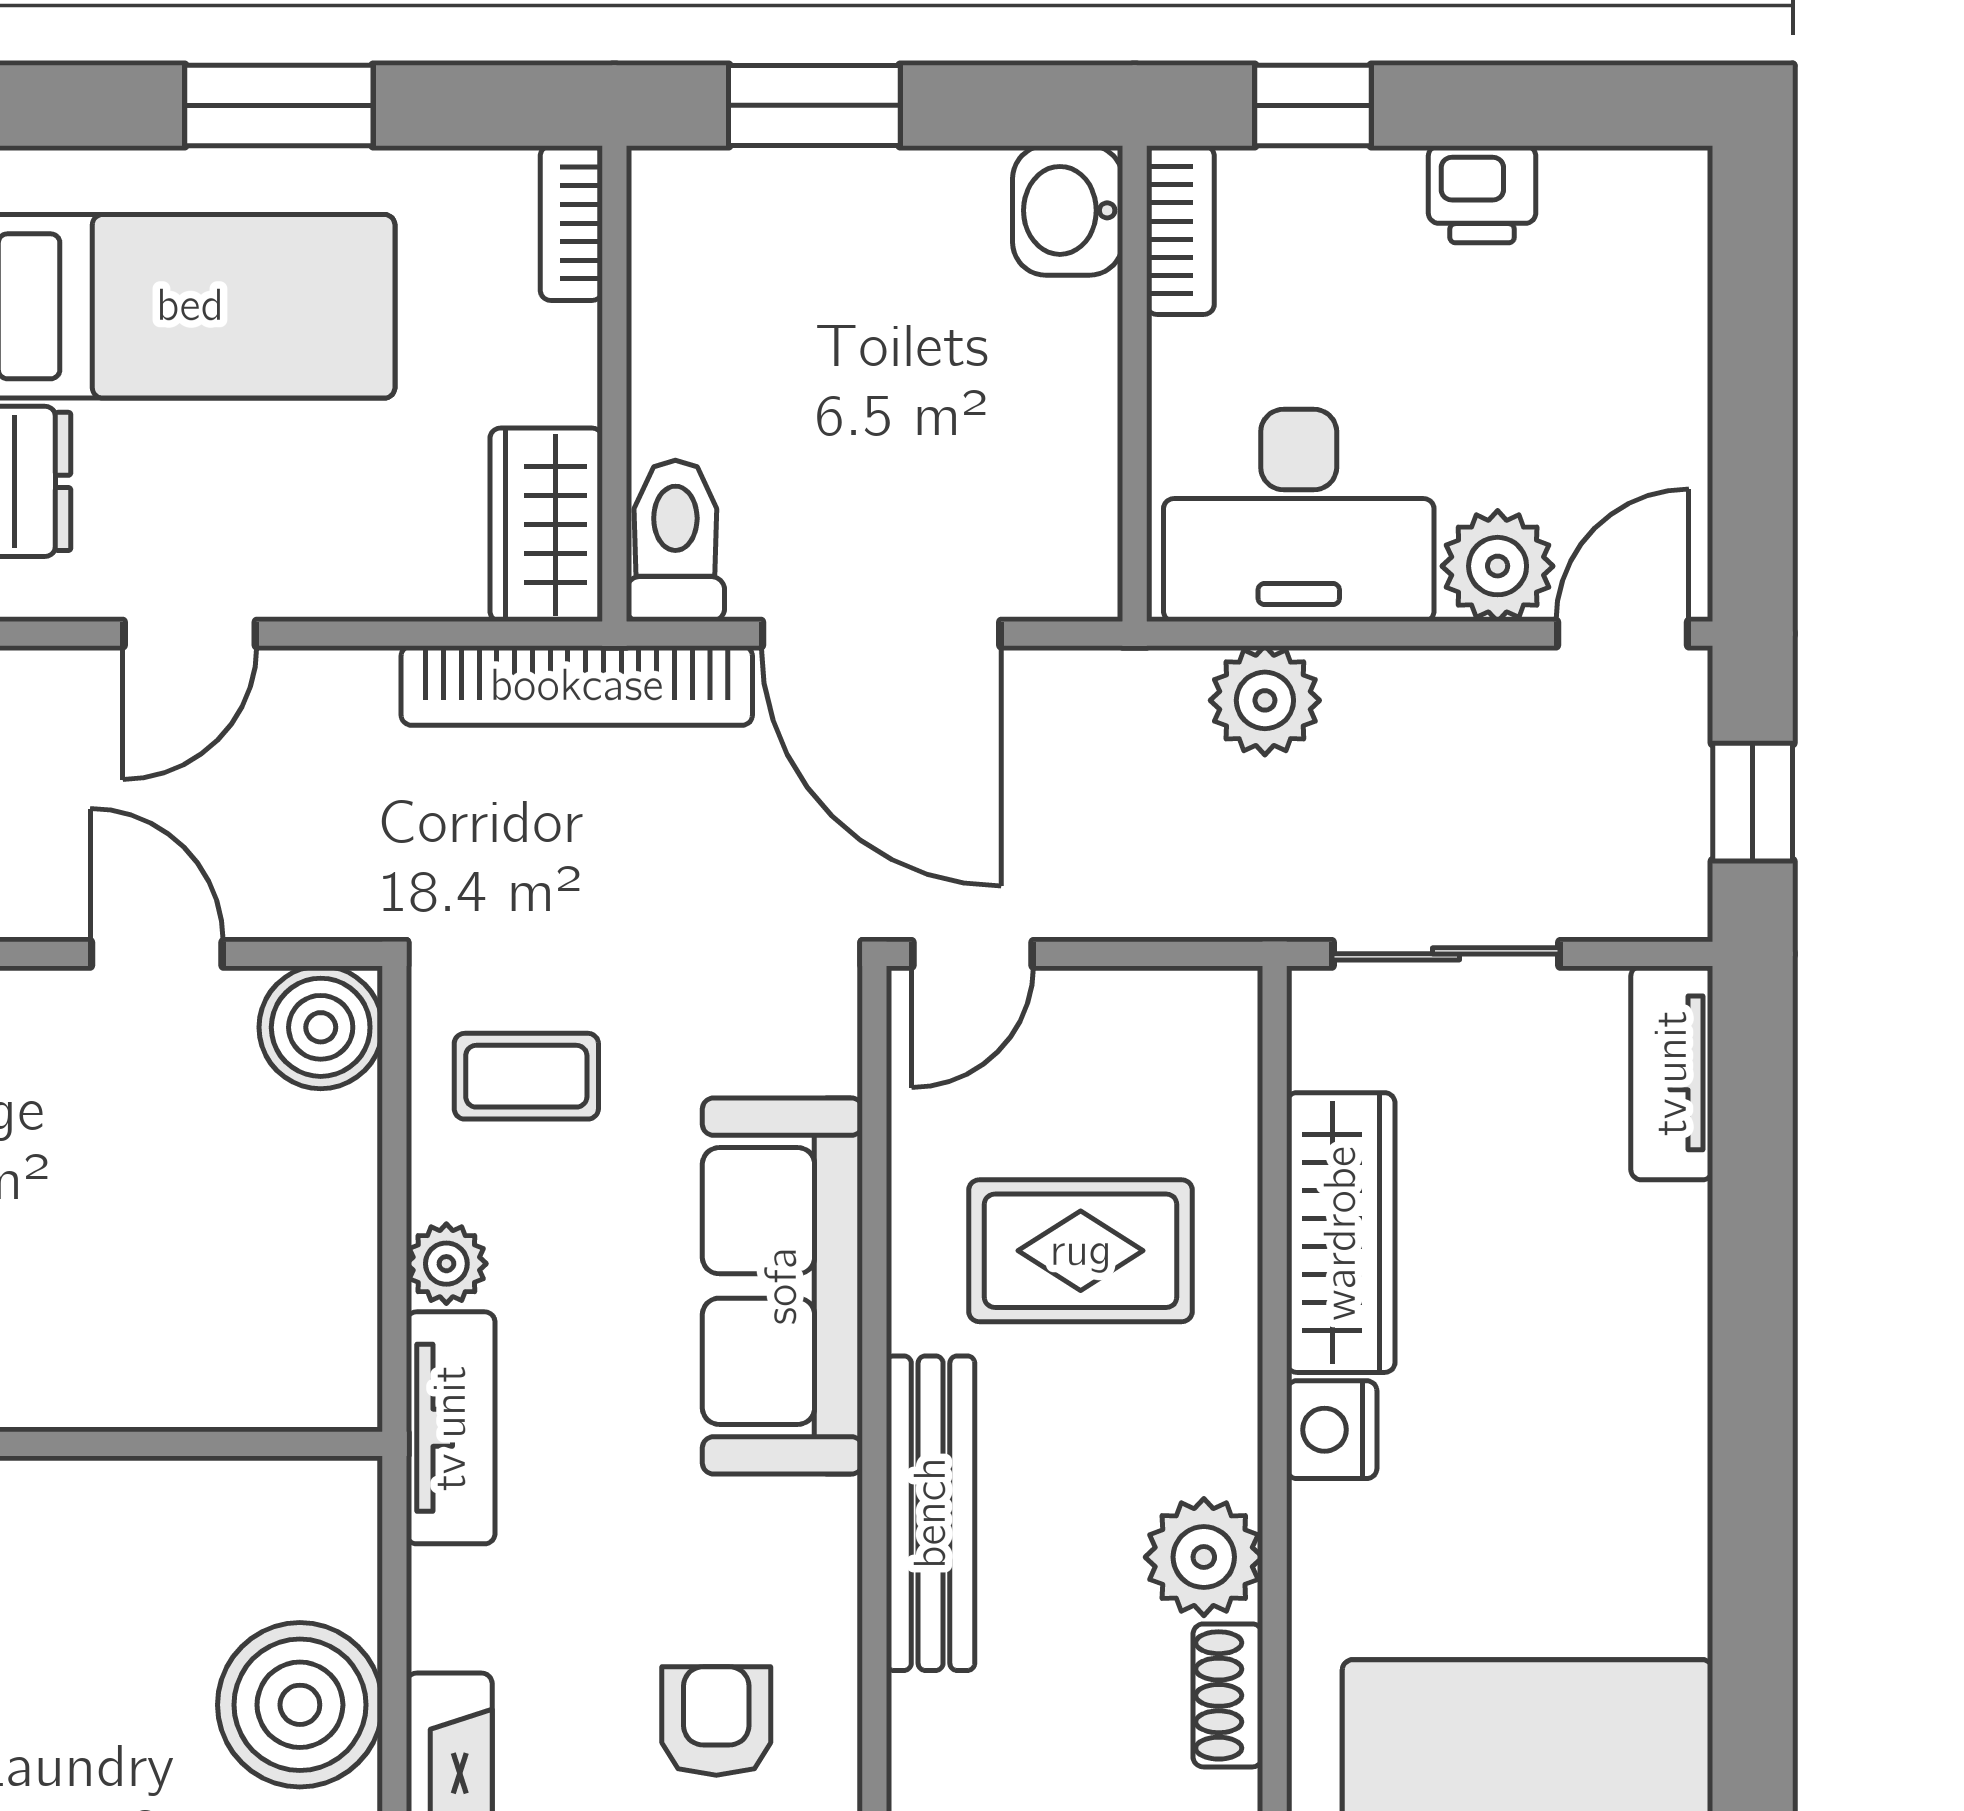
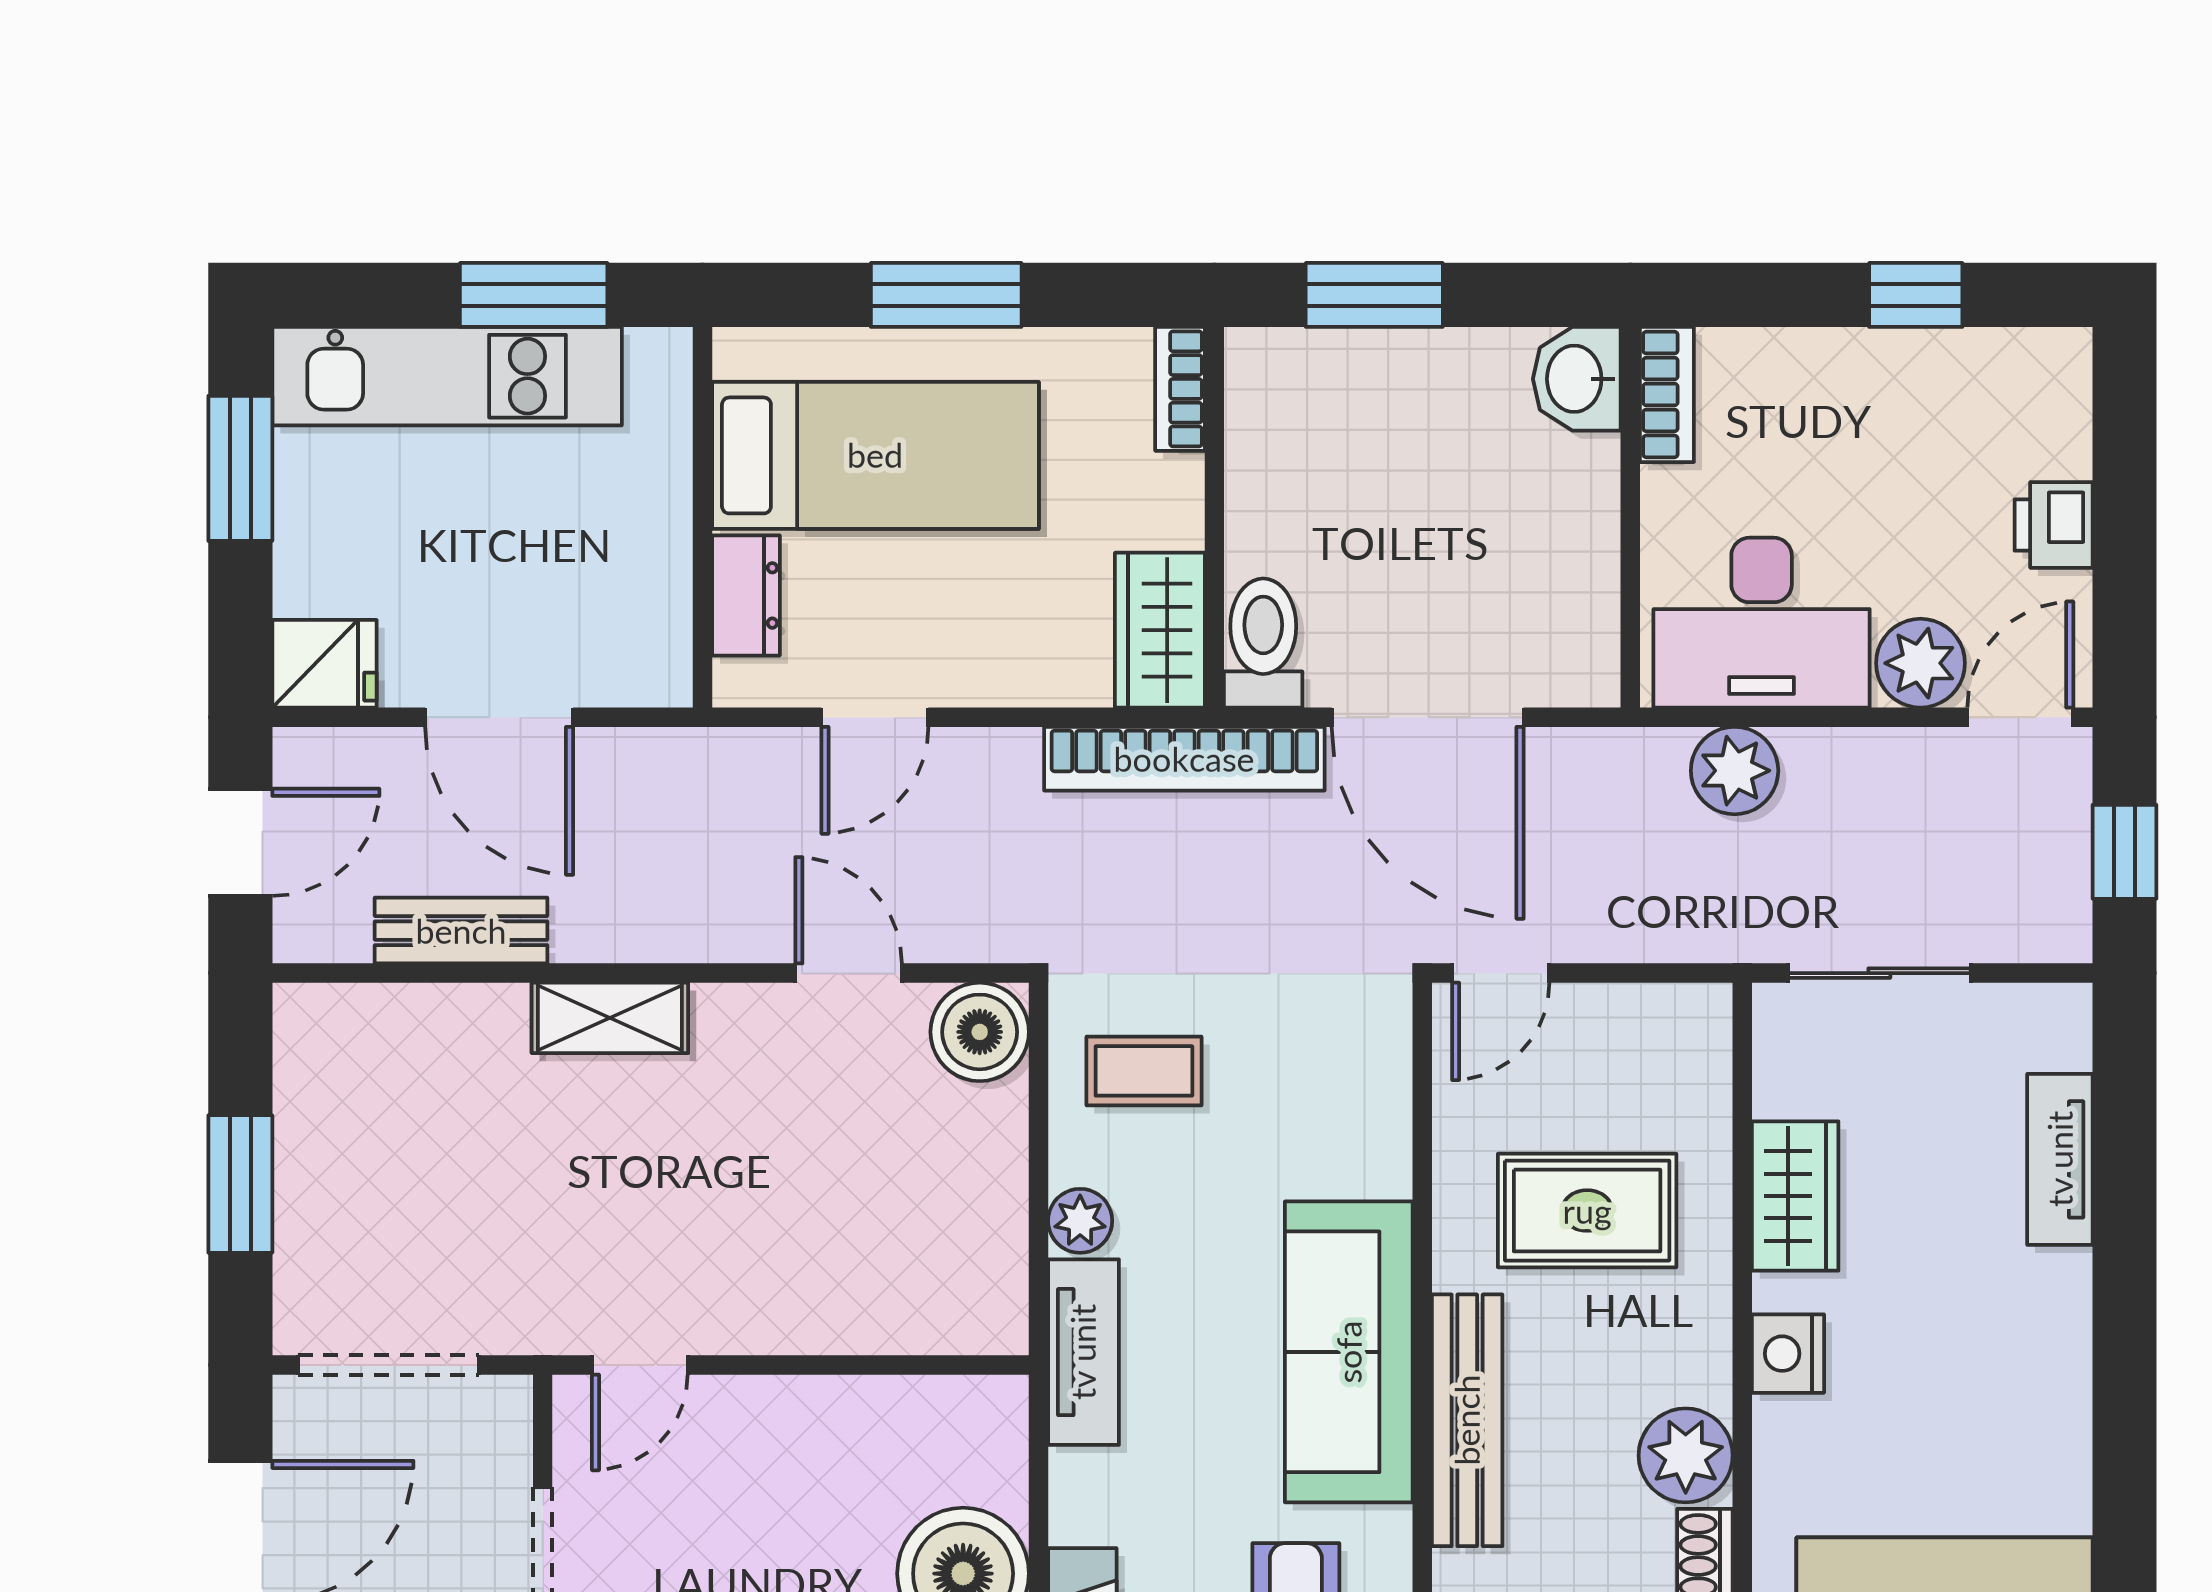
window: (1313, 105) -> (1916, 295), moved
printer: (1482, 194) -> (2054, 525), moved, turned 90
tv unit: (1672, 1073) -> (2060, 1159), moved
wardrobe: (1341, 1233) -> (1795, 1196), width x0.67
sofa: (782, 1286) -> (1349, 1352), moved

